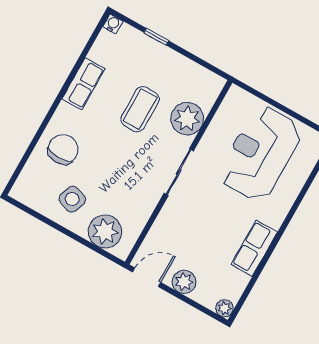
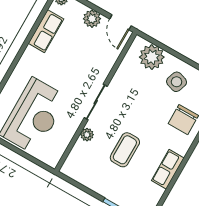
plant: (187, 119) -> (87, 135), width x0.53, depth x0.53
row of seats: (254, 248) -> (46, 31), moved
door: (147, 277) -> (120, 22), hinge flipped

